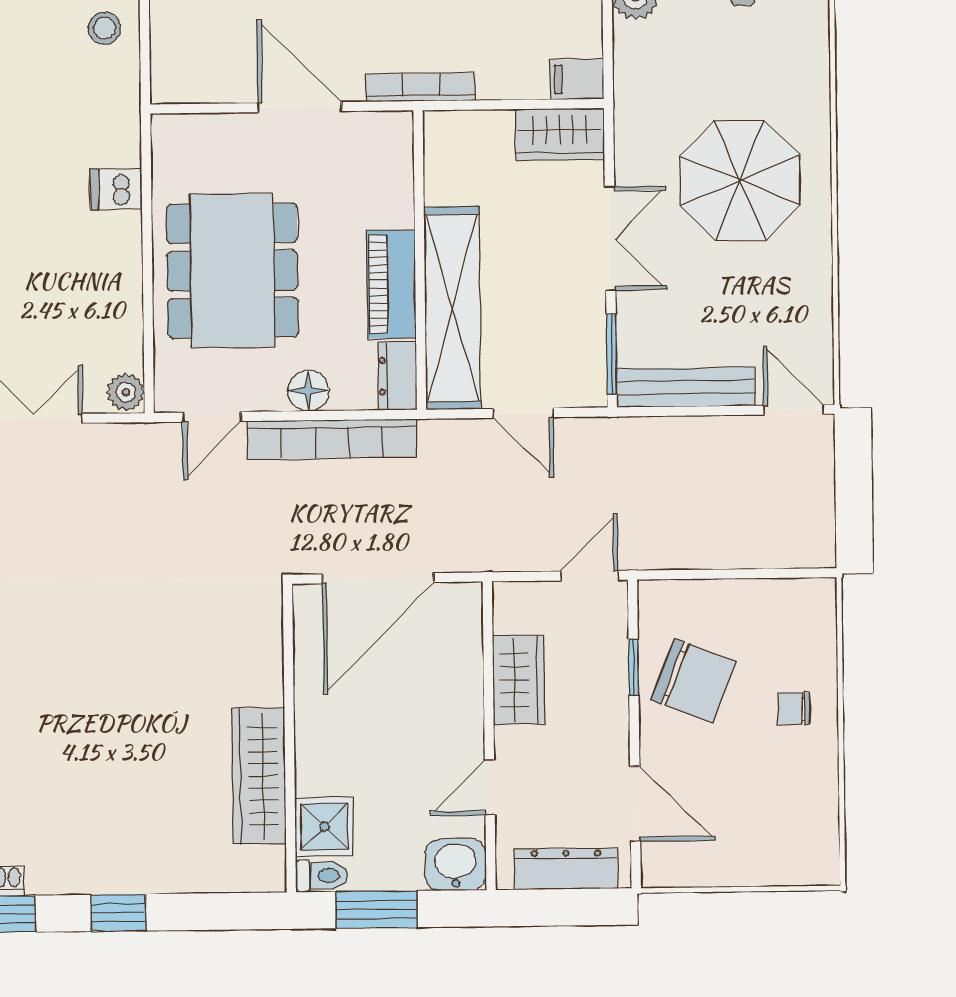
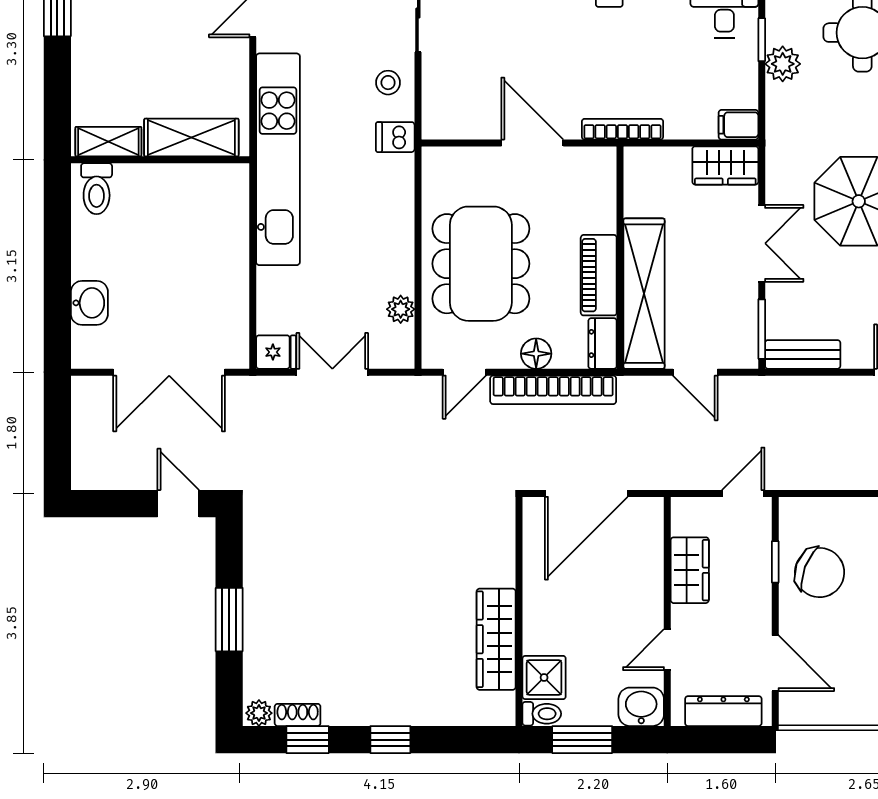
dishwasher: (116, 189) -> (395, 137), moved
bench: (686, 387) -> (803, 354), width x0.73
plant: (126, 392) -> (401, 309), moved

